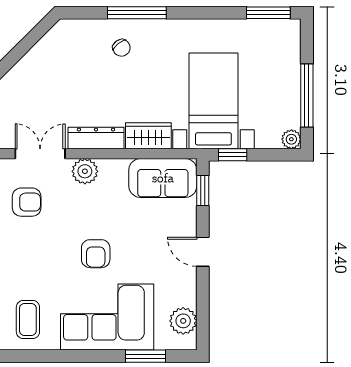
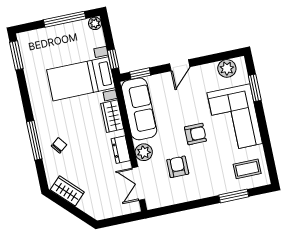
wardrobe: (51, 46) -> (67, 191), added
dresser: (96, 138) -> (121, 150), width x0.70
sofa: (163, 178) -> (139, 109), width x1.36
armchair: (27, 202) -> (178, 167), moved

